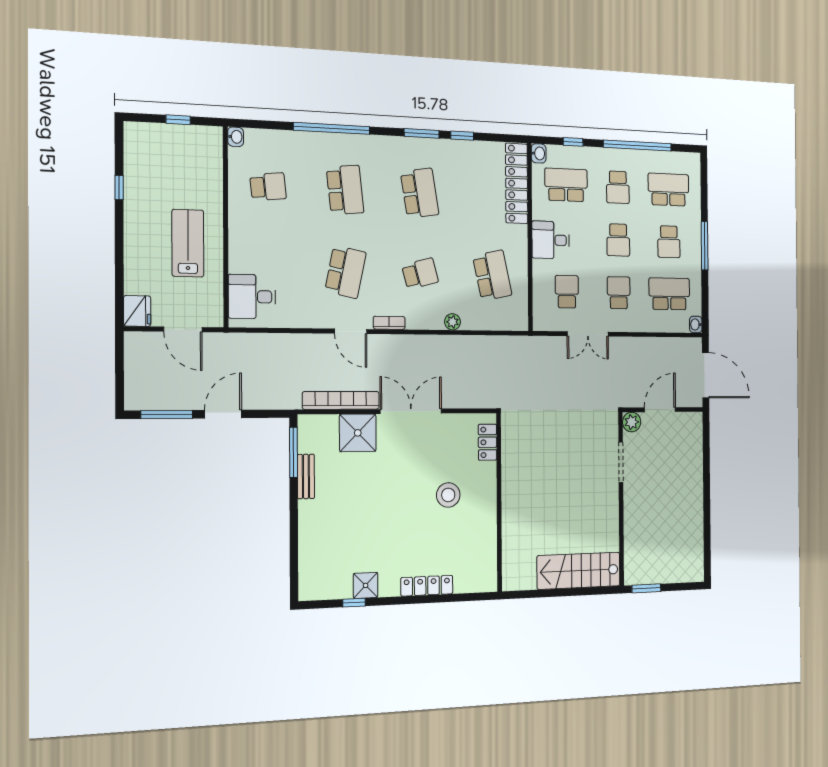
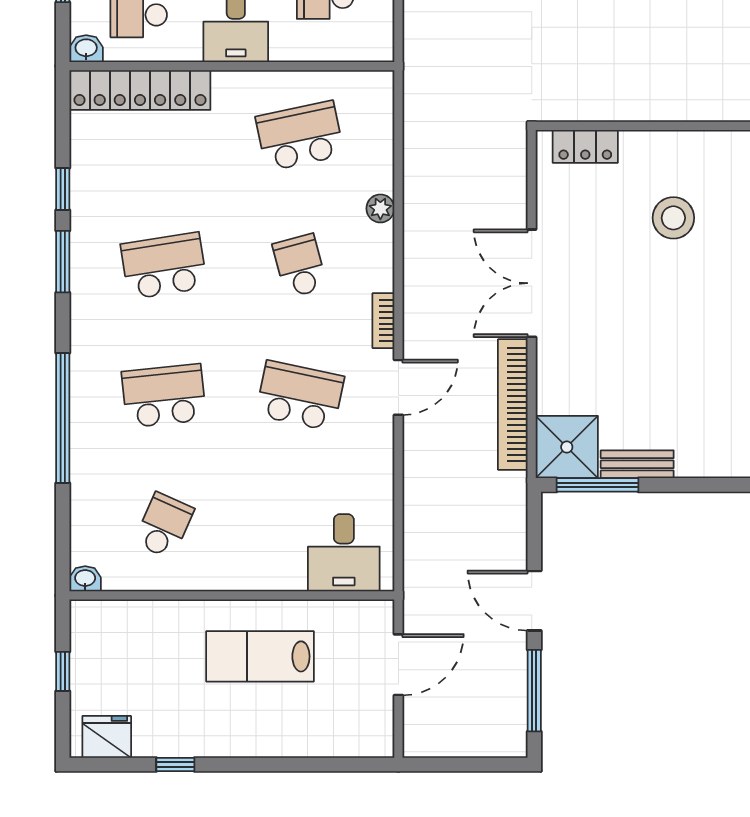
school desk: (268, 187) -> (164, 526), turned 30
fridge: (137, 311) -> (107, 737), moved
shower: (358, 433) -> (567, 447), moved

